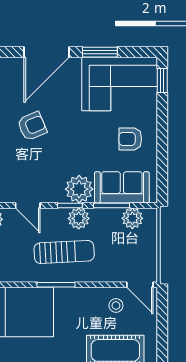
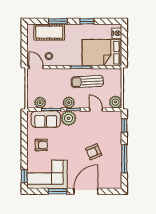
sun lounger: (64, 252) -> (87, 82), moved

